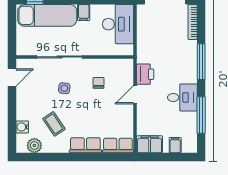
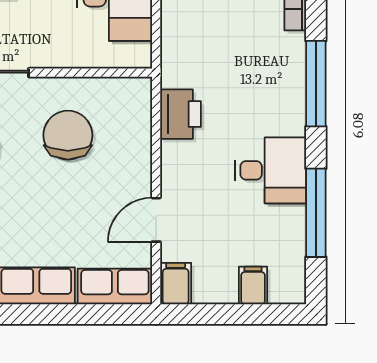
chair: (99, 83) -> (68, 135), width x1.87, depth x1.87
door: (135, 95) -> (156, 220), moved
filing cabinet: (150, 144) -> (176, 284), width x0.50

